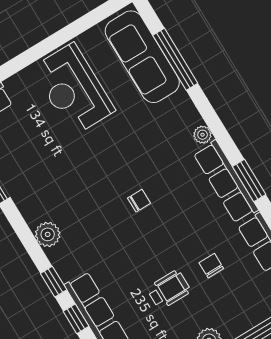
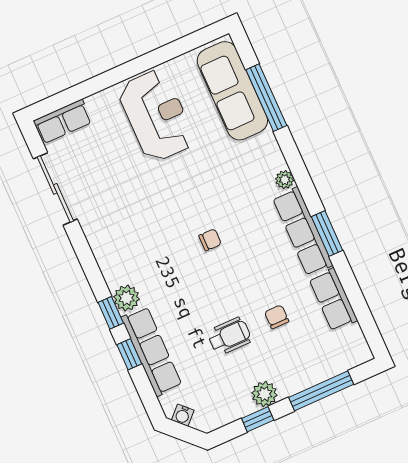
reception desk: (73, 89) -> (156, 116), turned 180
plant: (48, 234) -> (127, 298), moved

